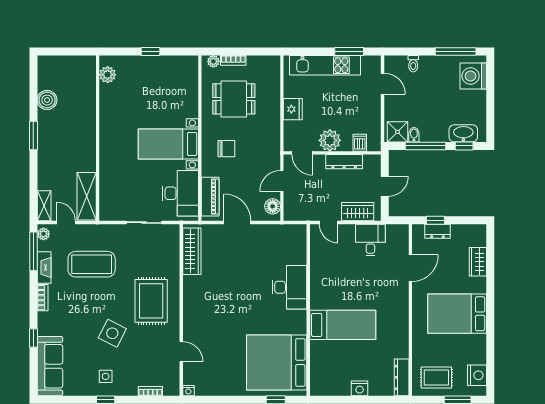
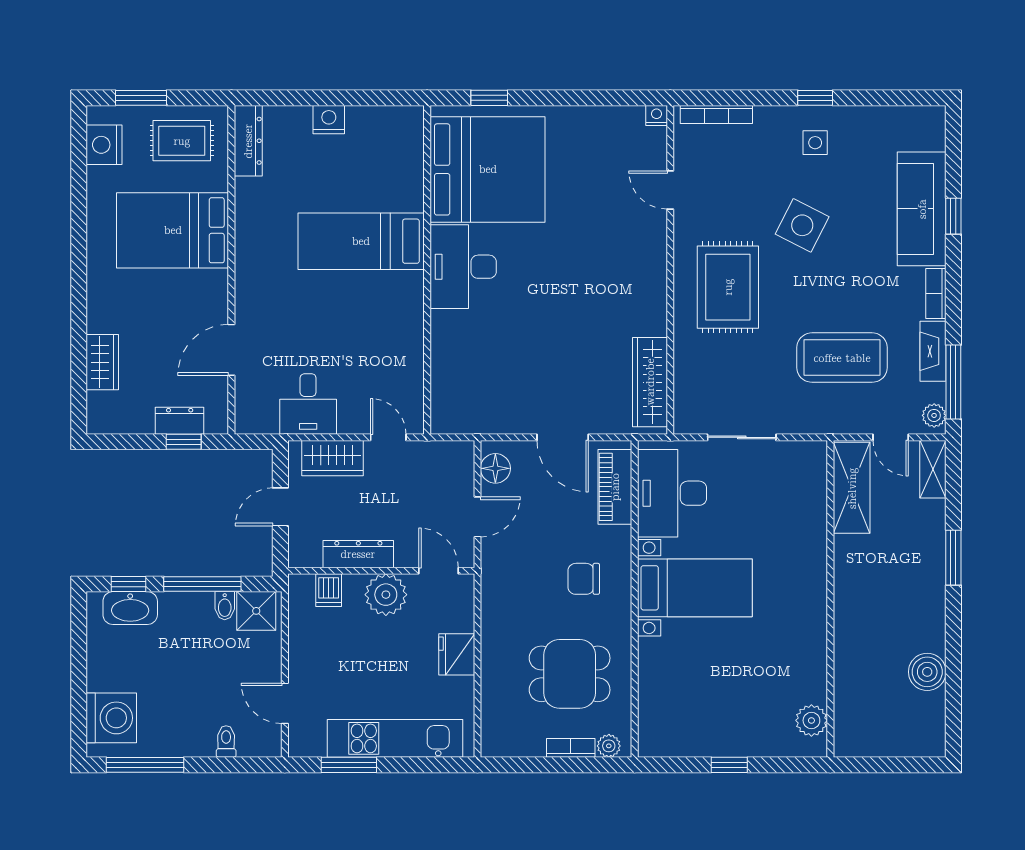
window: (33, 135) -> (953, 558), moved
desk: (289, 287) -> (463, 267), moved
bed: (457, 314) -> (173, 230), moved, turned 180
sofa: (50, 366) -> (922, 209), moved
bookcase: (150, 391) -> (716, 115), width x1.56

